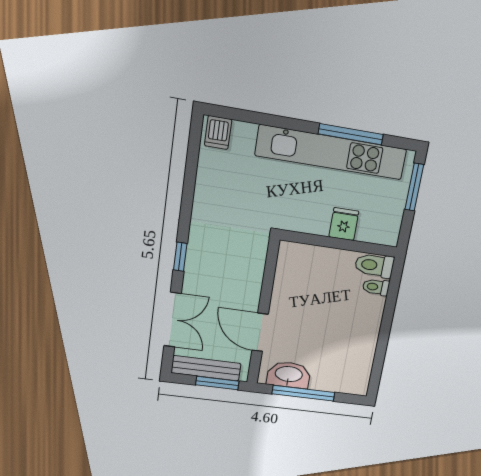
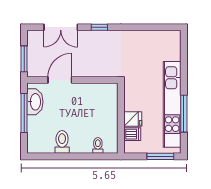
dishwasher: (218, 133) -> (132, 134), moved, turned 180
toilet: (374, 265) -> (62, 142), moved
bench: (206, 368) -> (33, 51), removed

